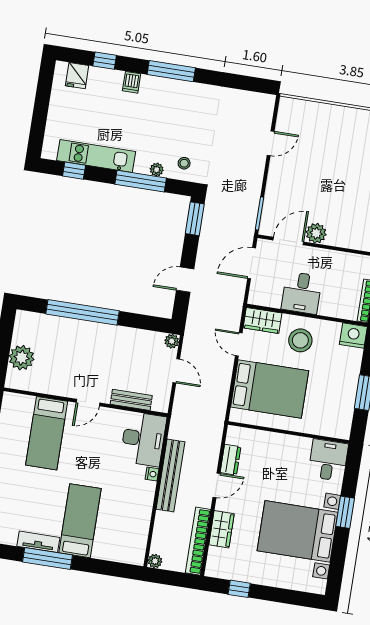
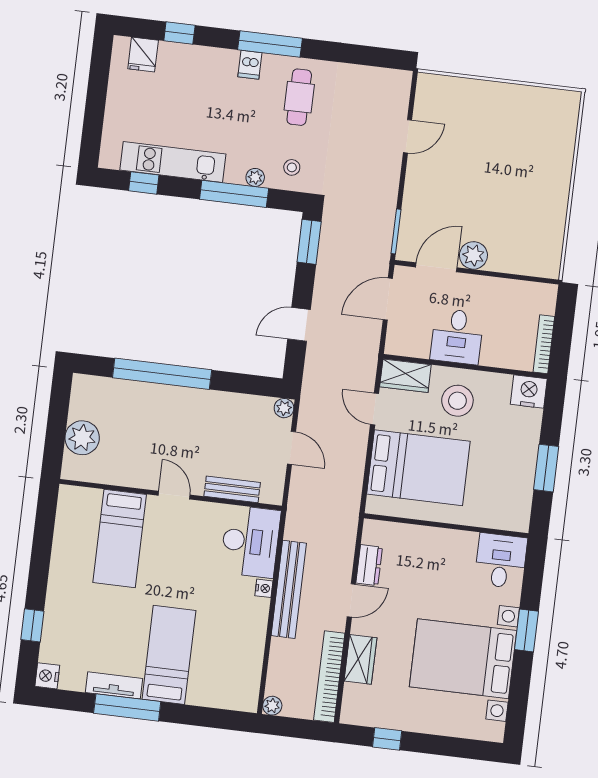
dishwasher: (132, 82) -> (250, 65), moved
cafe table: (191, 111) -> (299, 97), added
door: (88, 403) -> (174, 495), swing flipped

